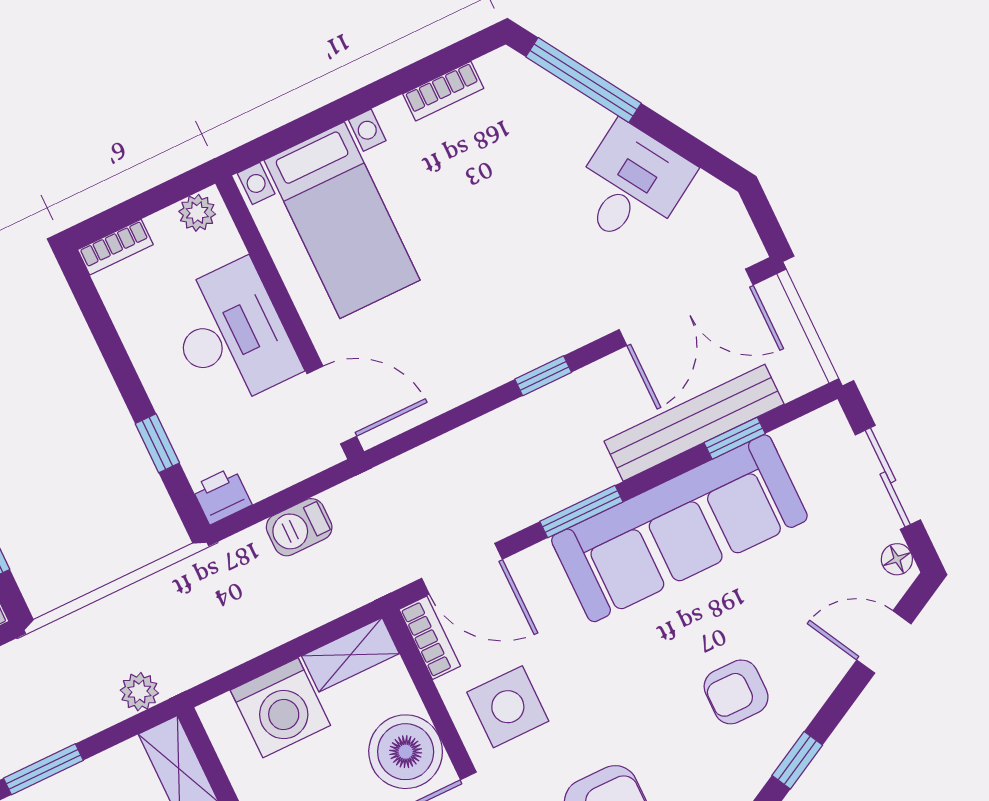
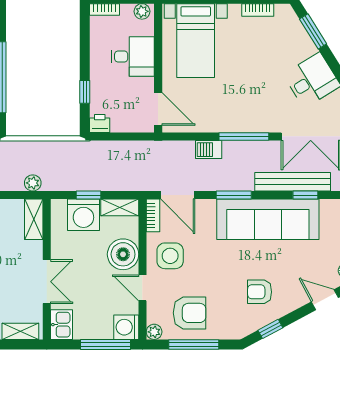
window: (584, 80) -> (313, 31), width x0.69
desk: (231, 334) -> (133, 56), width x0.73
window: (543, 376) -> (244, 136), width x2.17
barbecue: (299, 527) -> (209, 150), moved
window: (271, 660) -> (88, 195), added

